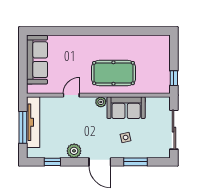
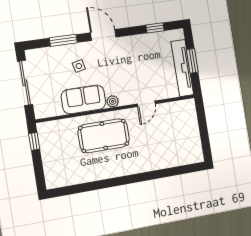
sofa: (37, 60) -> (189, 136), removed
window: (23, 127) -> (192, 61), width x0.69
plant: (74, 151) -> (134, 43), removed

